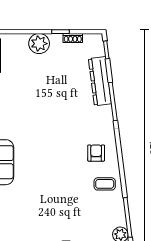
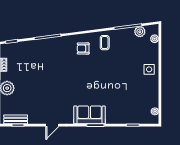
dresser: (100, 81) -> (33, 46), removed

